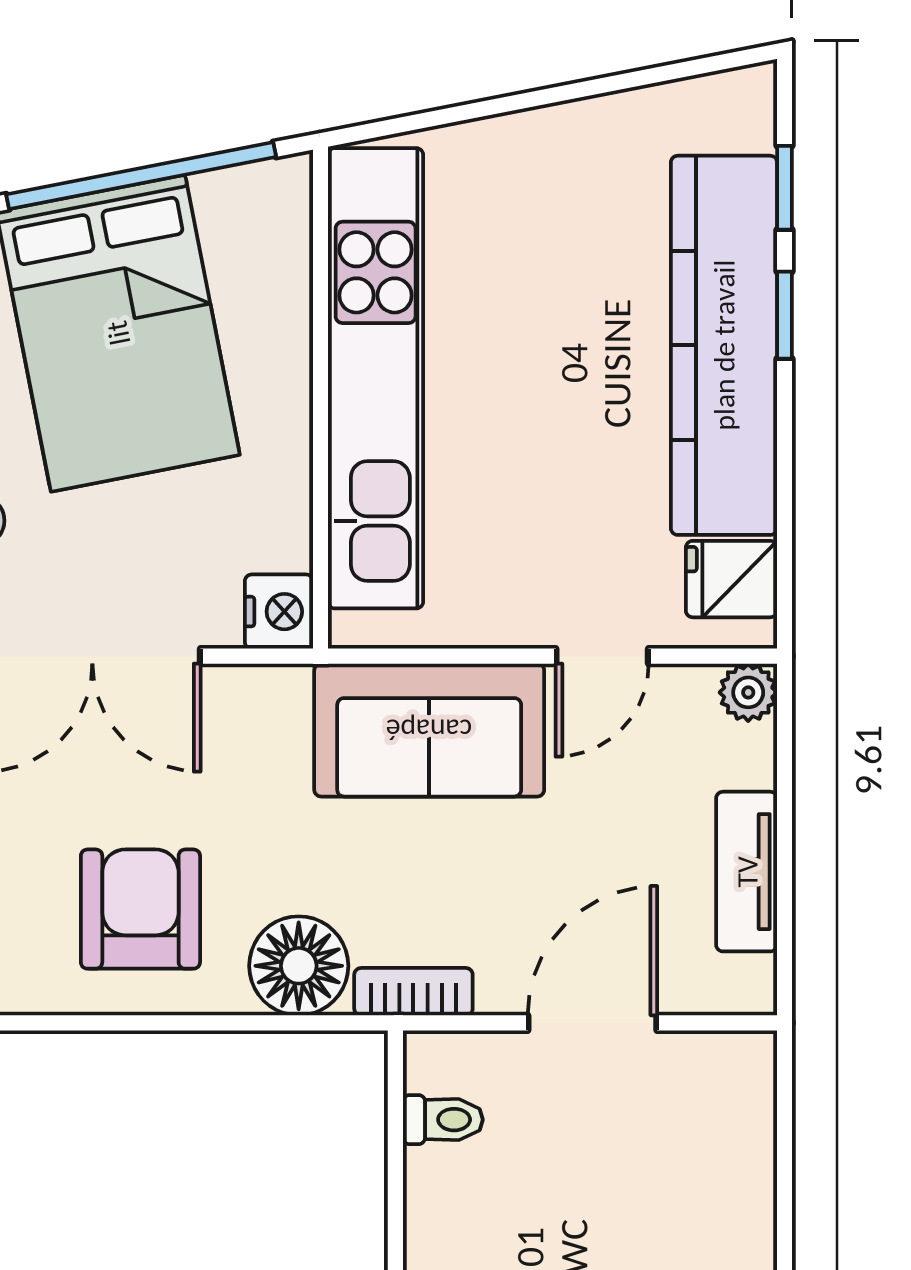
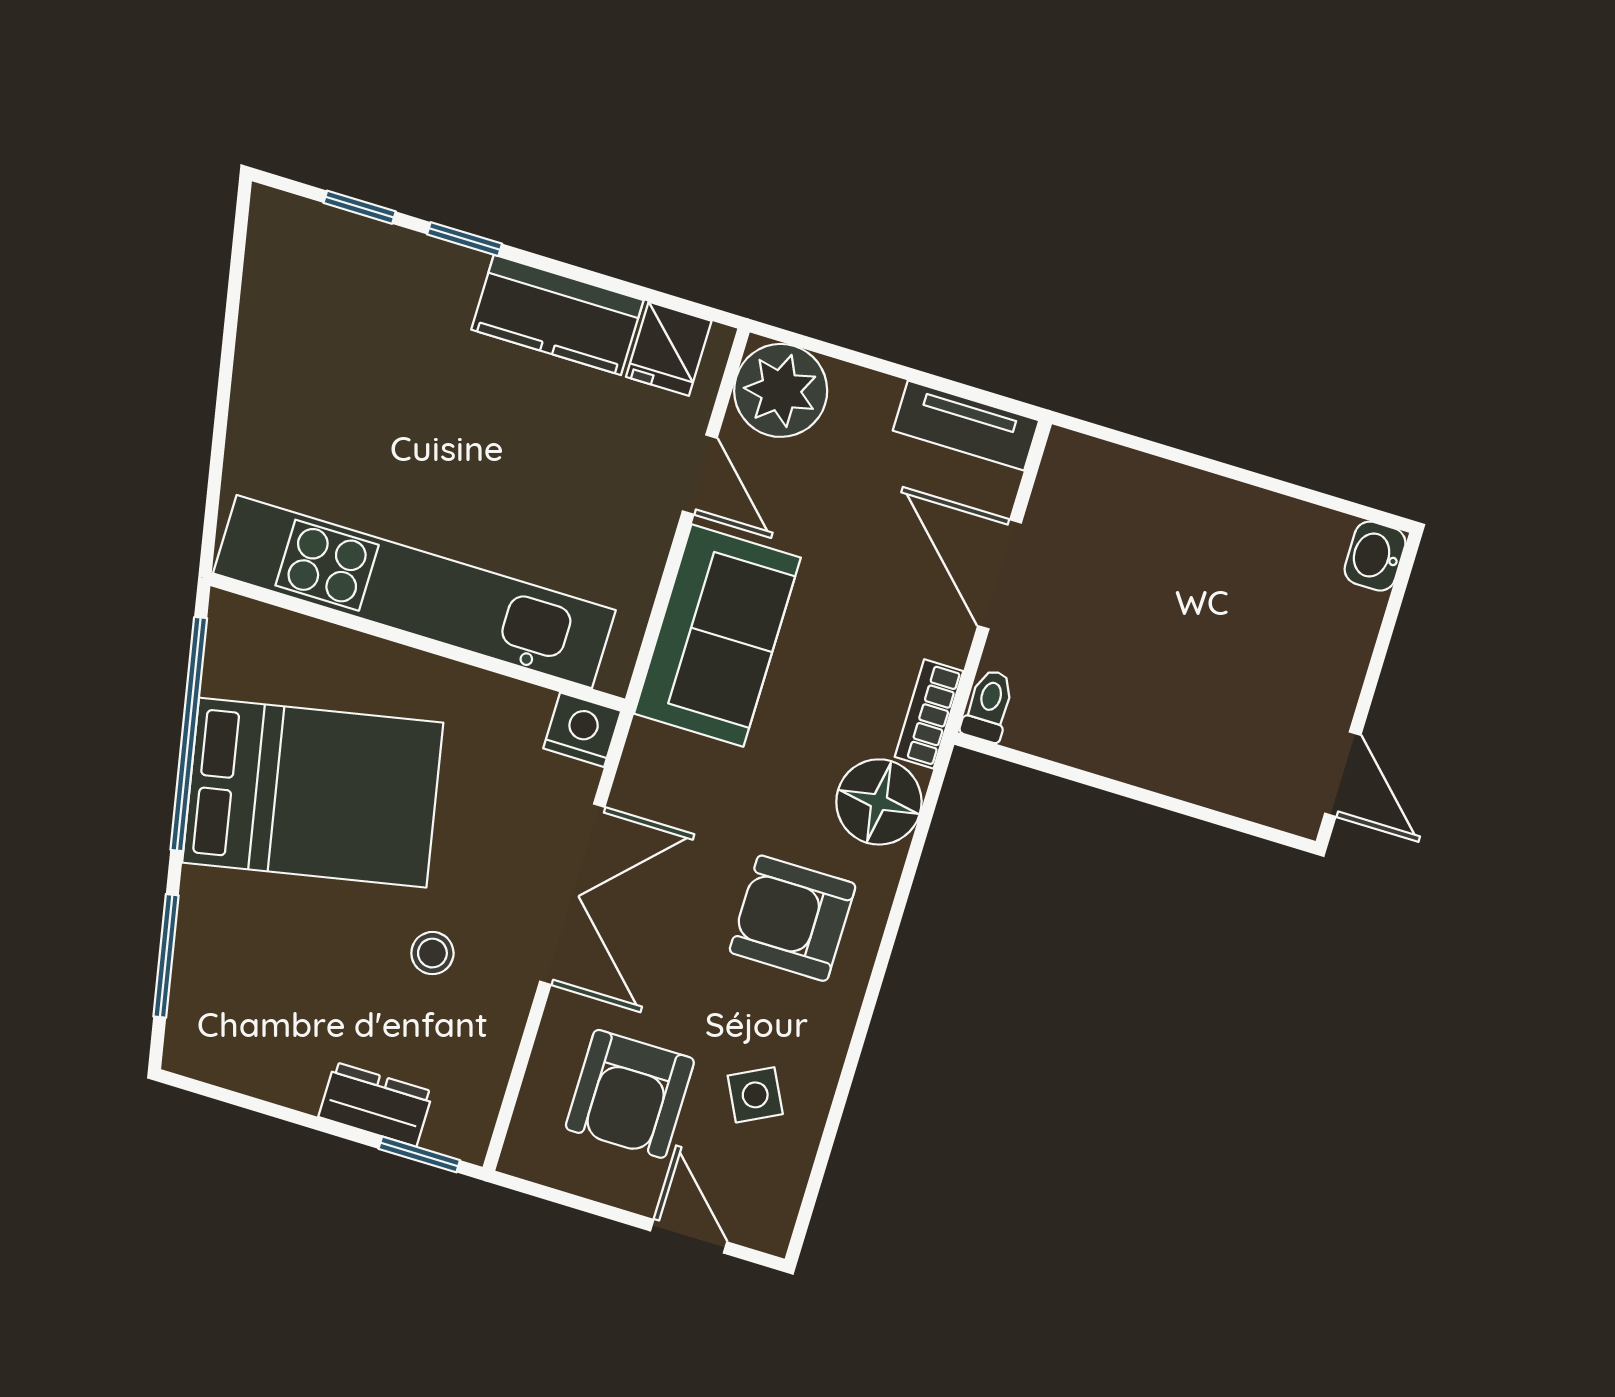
kitchen counter: (724, 345) -> (557, 315), width x0.48, depth x0.86
plant: (748, 692) -> (781, 390), width x1.87, depth x1.87
tv unit: (747, 872) -> (966, 426), moved
toilet: (443, 1120) -> (988, 706), moved

